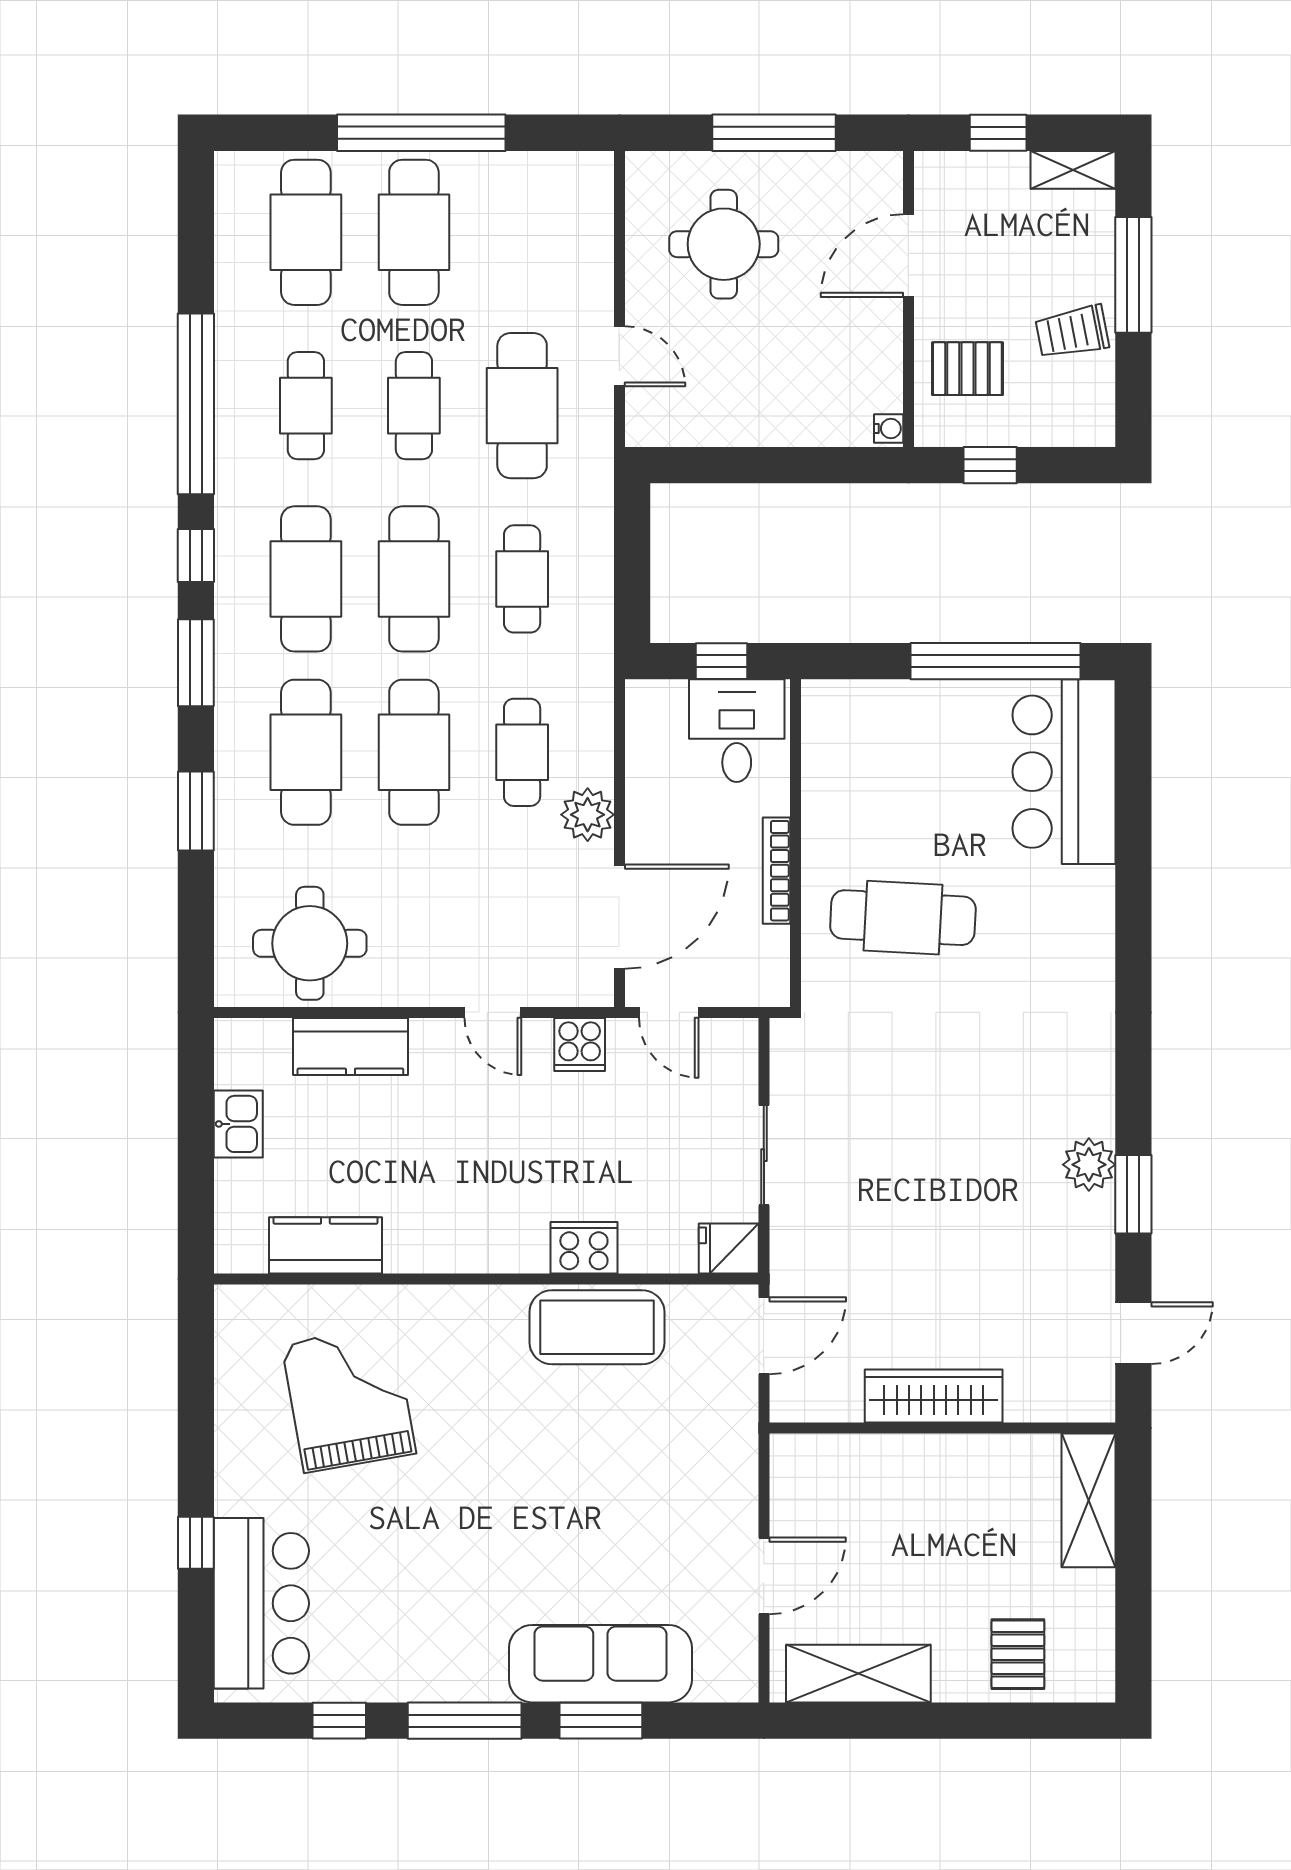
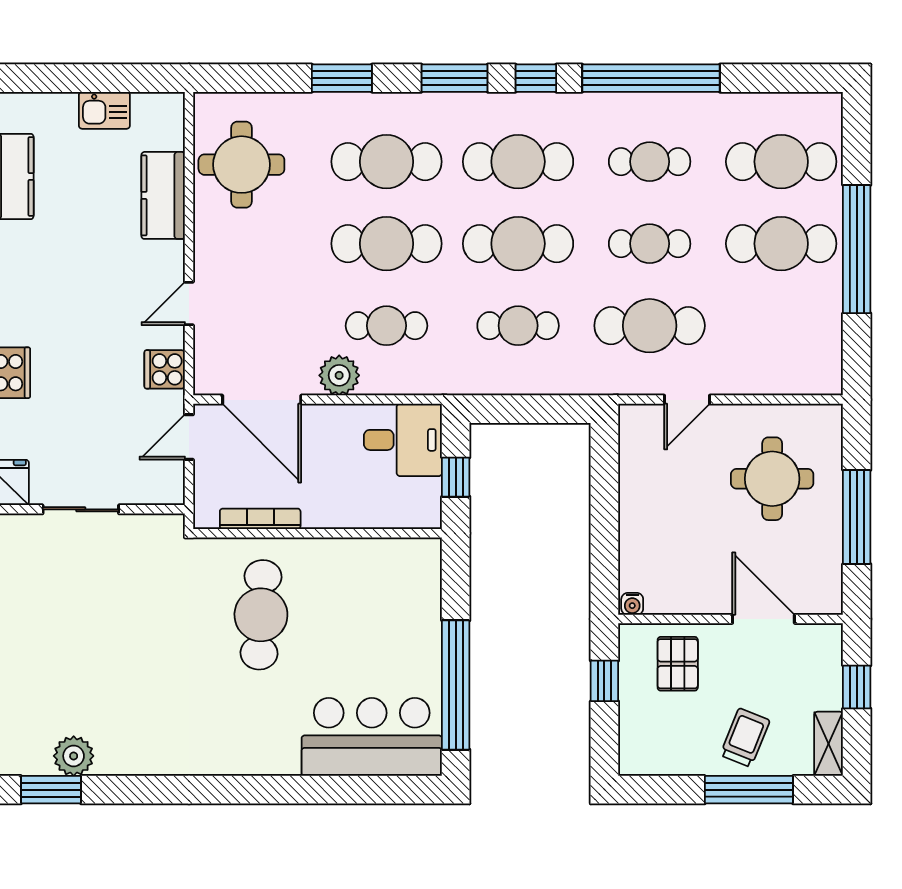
trolley: (1072, 332) -> (745, 738), moved, turned 33
desk: (737, 731) -> (403, 440), moved
bookcase: (777, 871) -> (260, 519), moved

